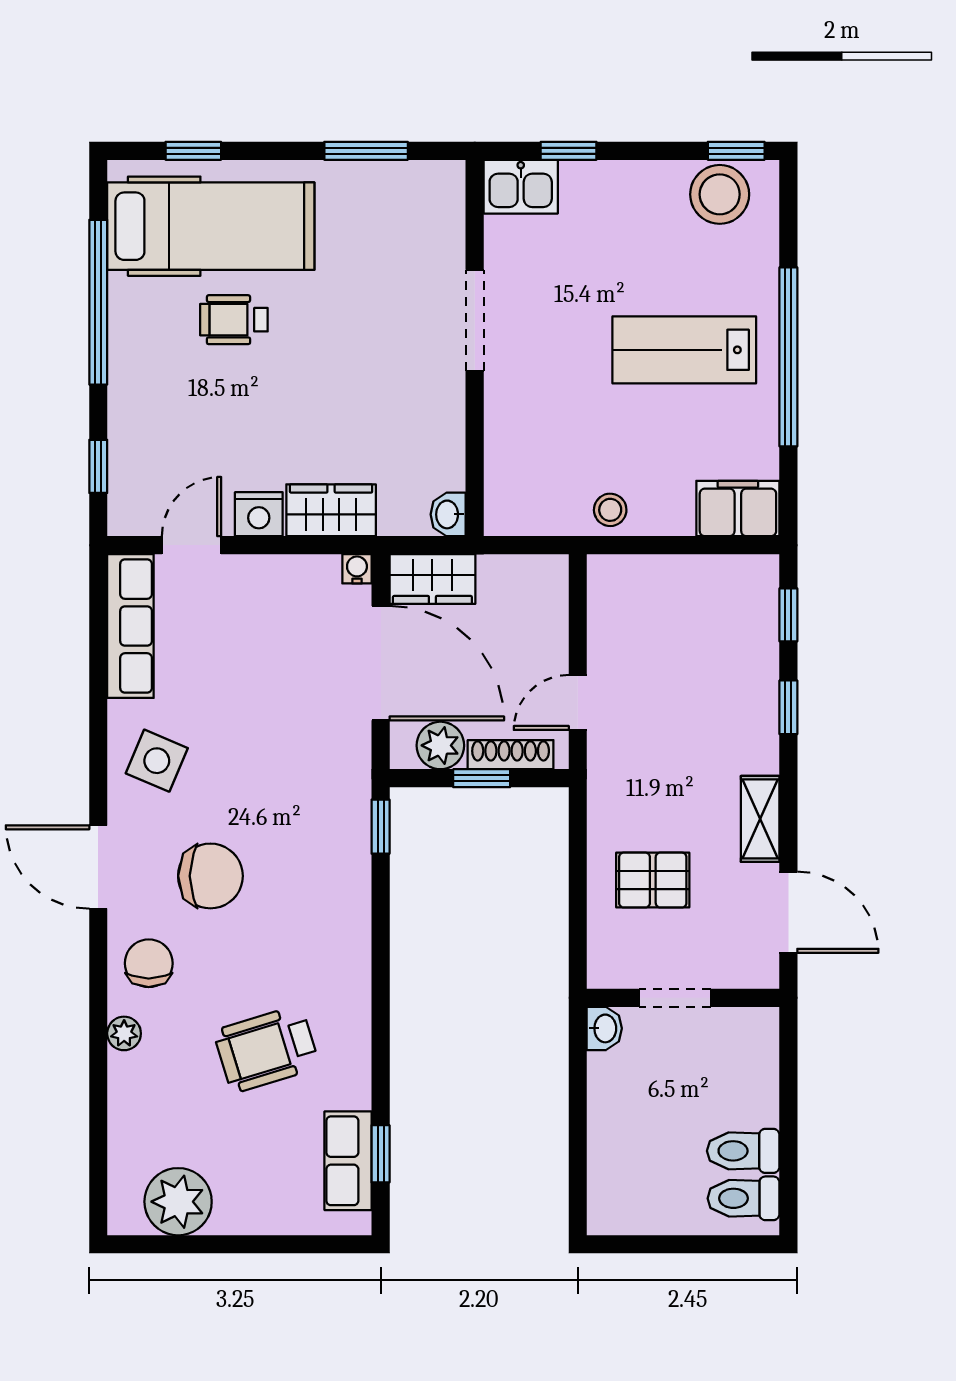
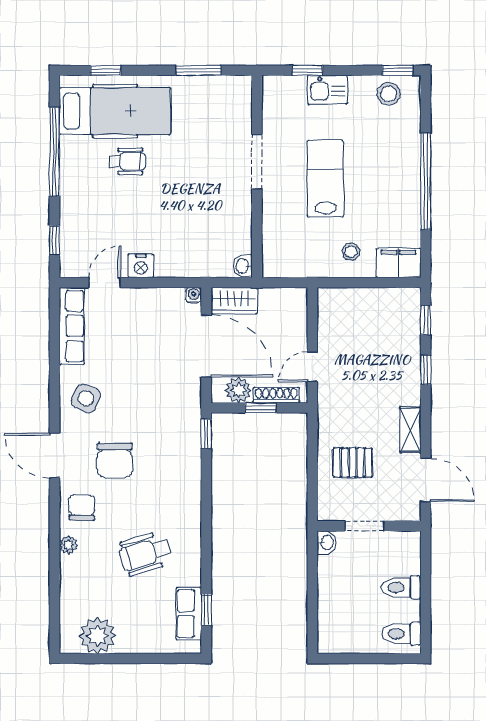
kitchen sink: (521, 187) -> (328, 90), moved
stool: (720, 194) -> (389, 94), width x0.73, depth x0.73
wheelchair: (234, 320) -> (127, 161), turned 180
lab bench: (684, 350) -> (325, 179), moved, turned 90
wardrobe: (331, 510) -> (180, 264), removed
stool: (610, 510) -> (351, 252), moved
chair: (210, 876) -> (115, 460), turned 90
toilet: (743, 1151) -> (401, 587), moved

